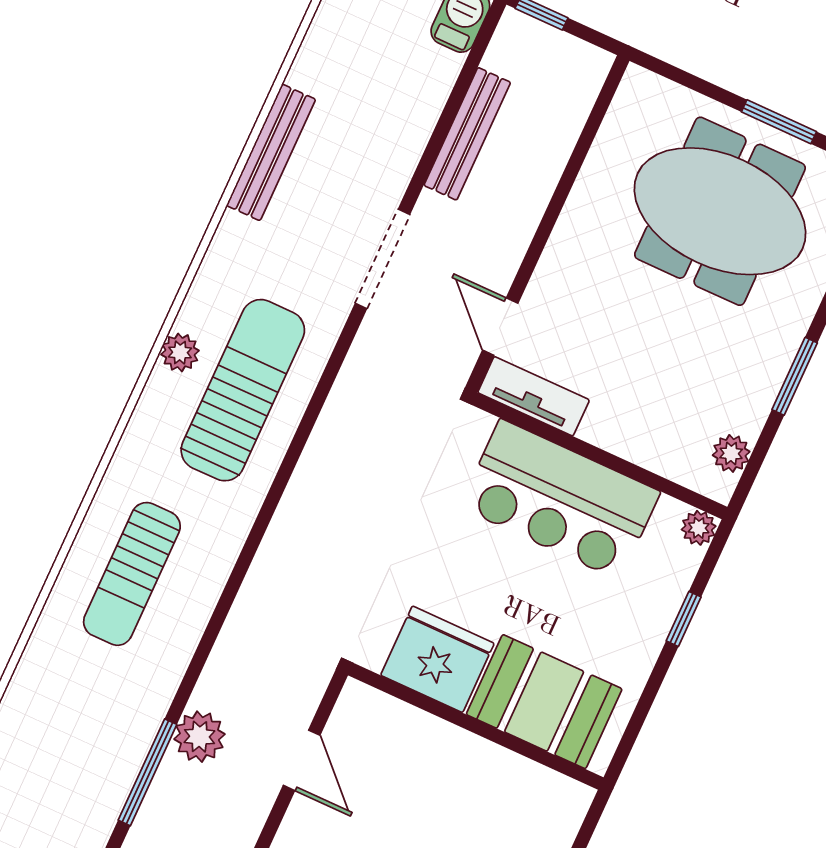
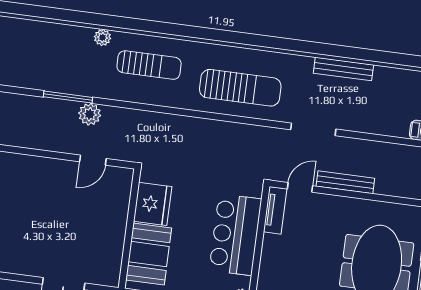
bench: (467, 134) -> (345, 182), moved
plant: (180, 352) -> (103, 37), moved
sun lounger: (132, 574) -> (149, 65), turned 180

